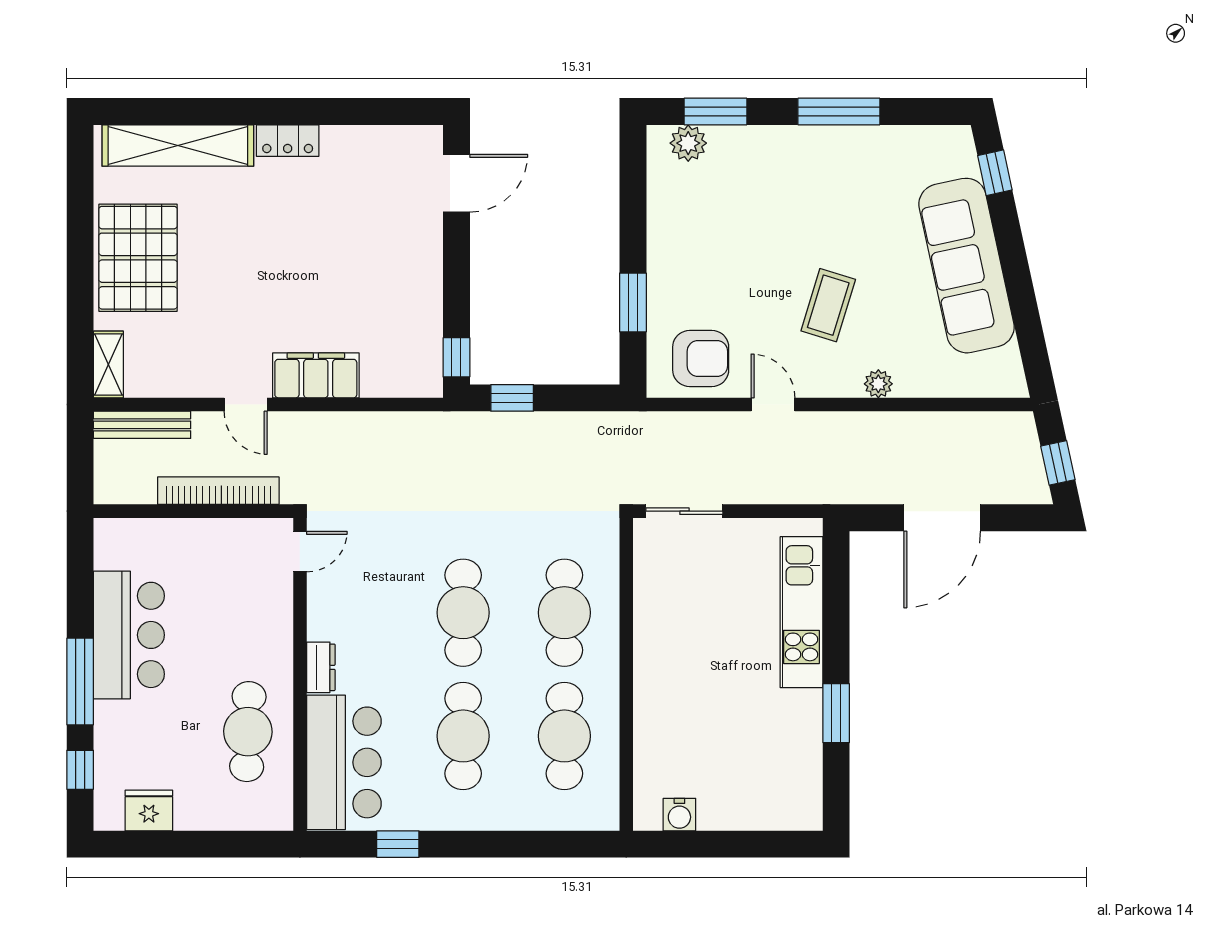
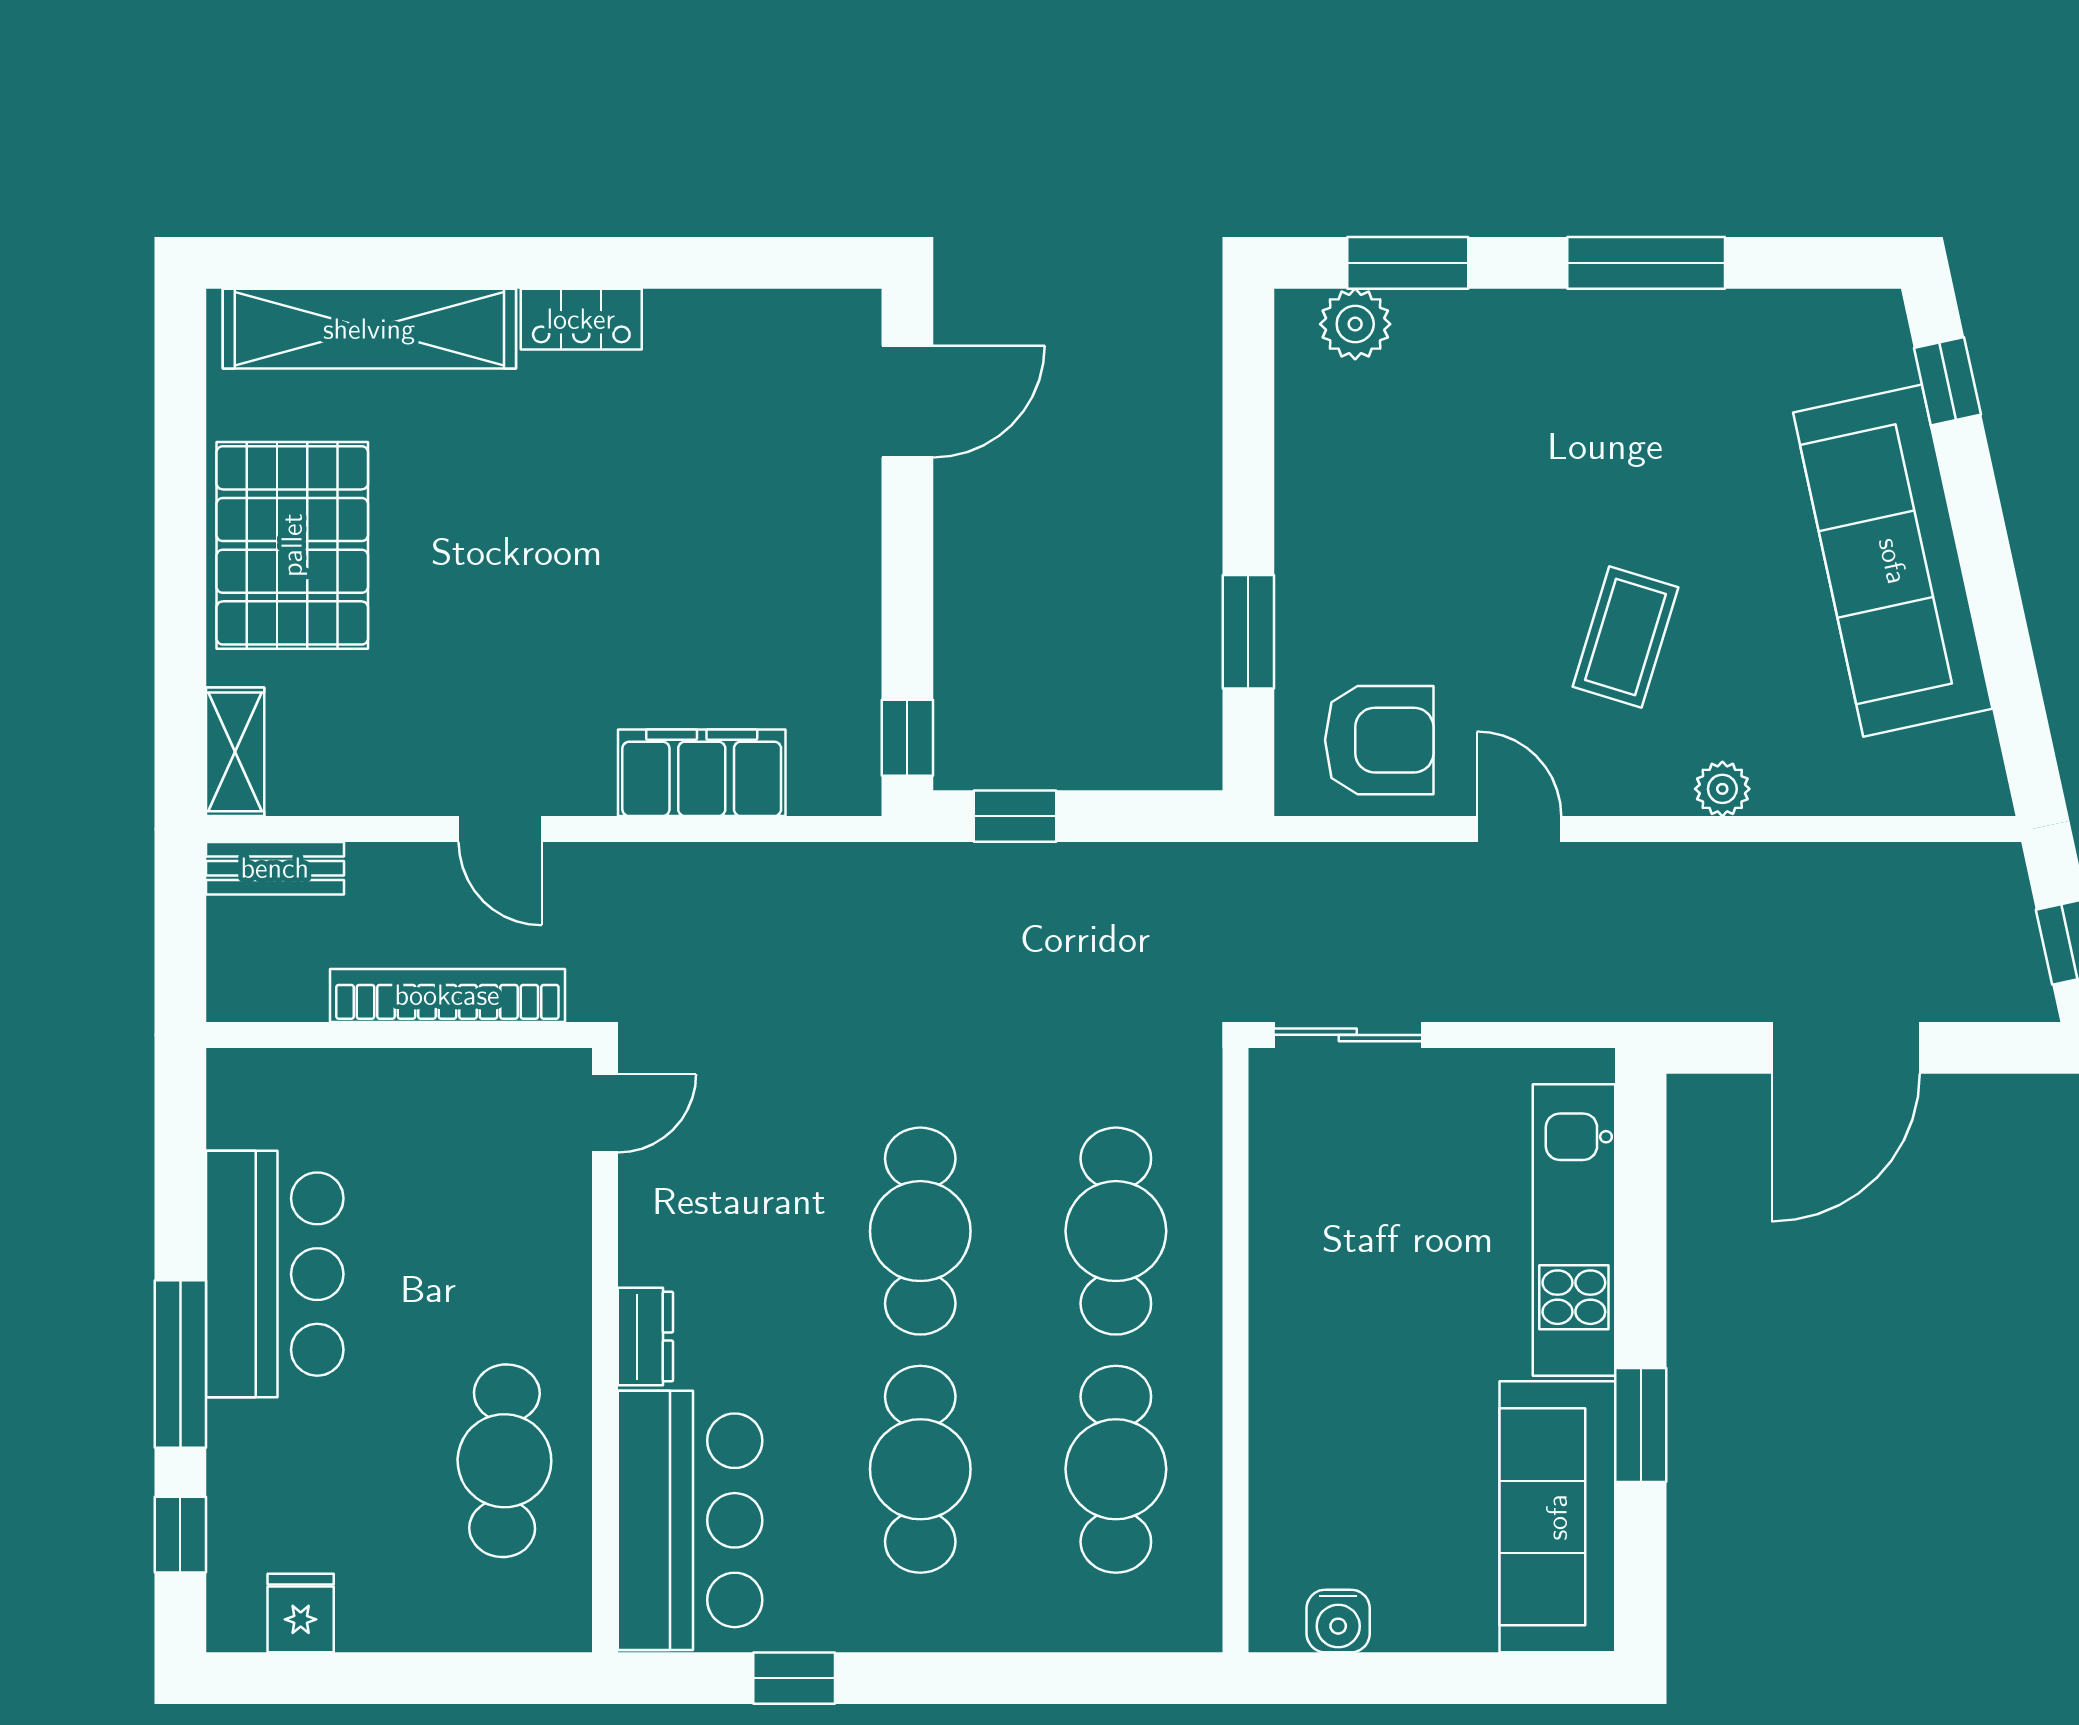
filing cabinet: (316, 375) -> (702, 773), moved
bench: (142, 425) -> (275, 868), width x0.73
sofa: (793, 761) -> (1557, 1517), added
fridge: (149, 810) -> (301, 1613), width x0.72

